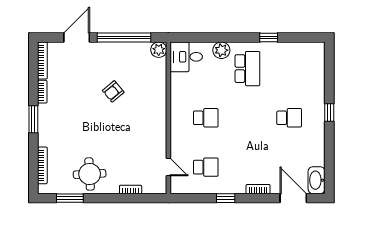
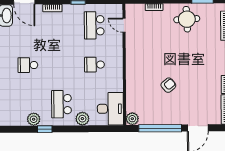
plant: (282, 50) -> (34, 119), added
desk: (186, 57) -> (110, 109), width x1.37
school desk: (206, 167) -> (94, 25), width x1.85

